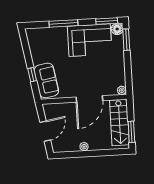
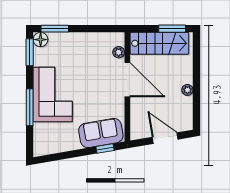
corner sofa: (90, 40) -> (53, 95), moved
window: (32, 75) -> (105, 148), moved
plant: (122, 90) -> (119, 52), moved

